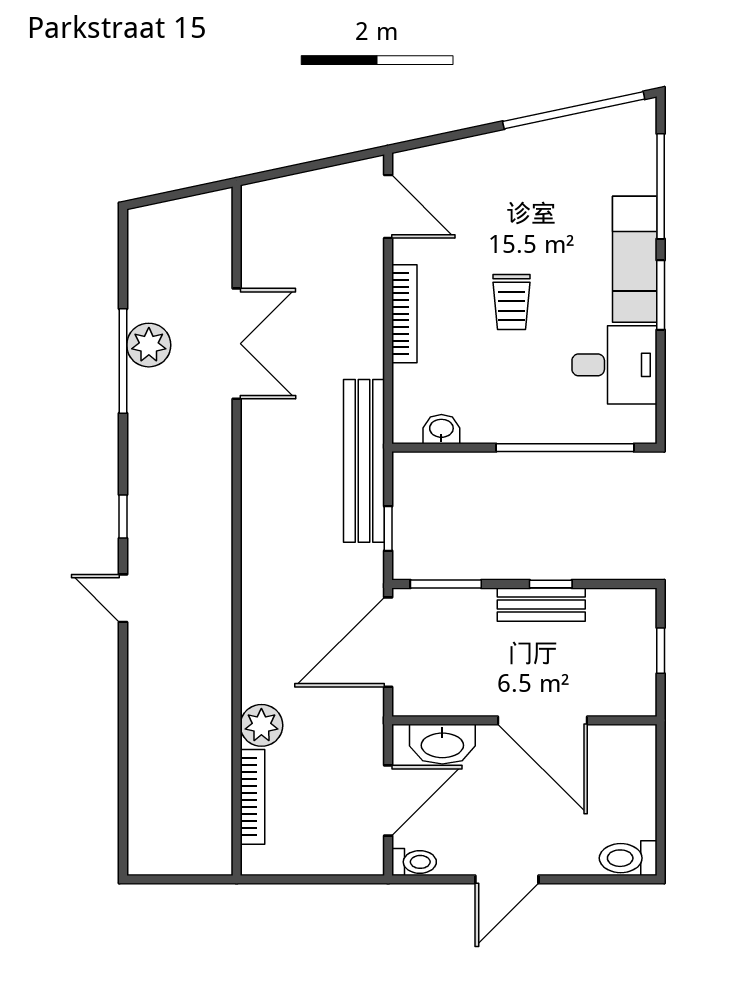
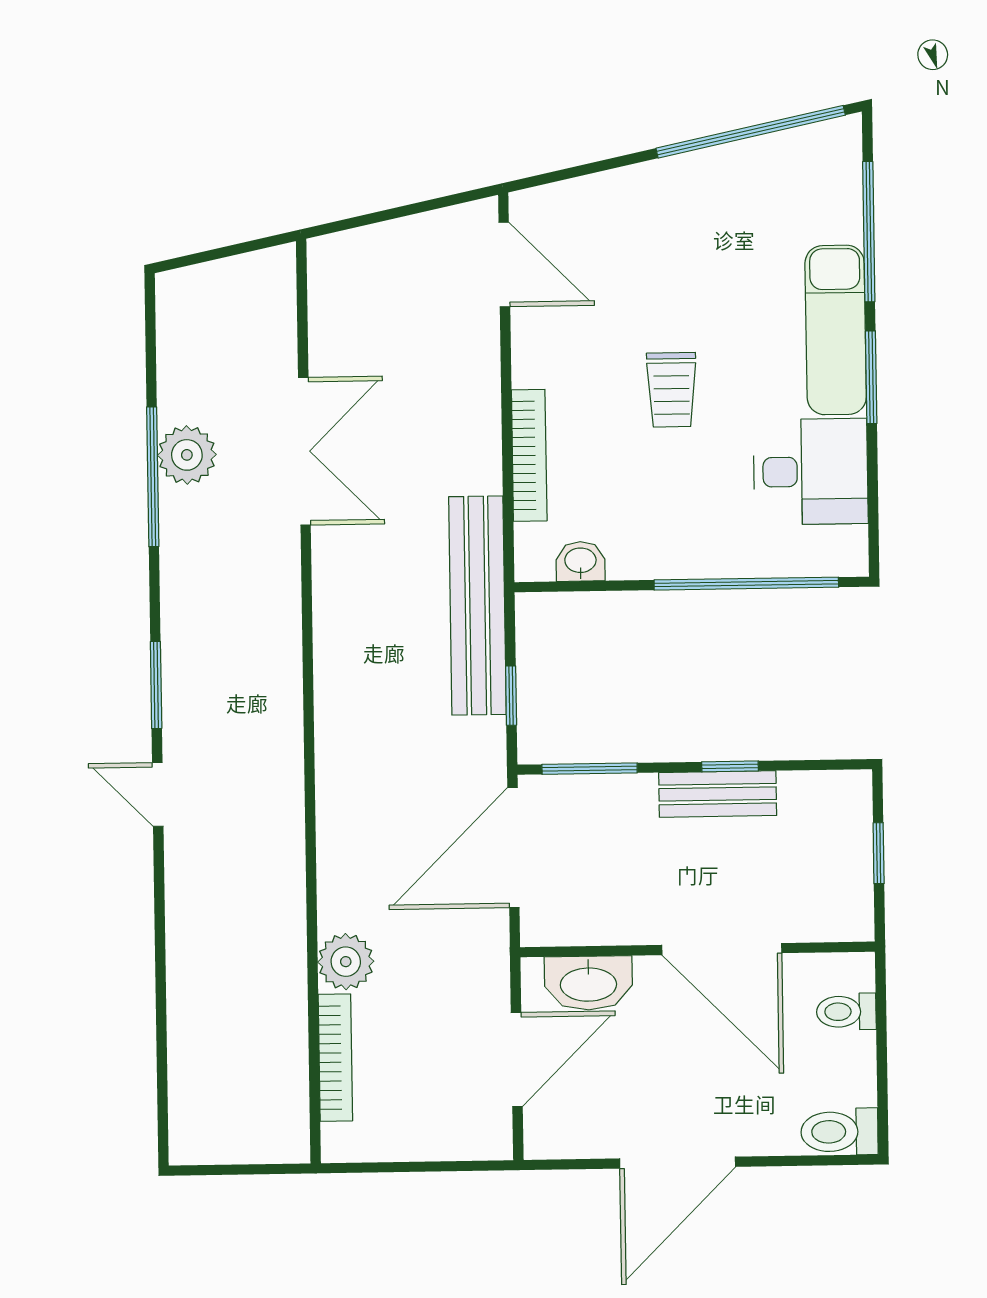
bookcase: (404, 314) -> (529, 455), moved
window: (123, 517) -> (156, 685), width x1.50
toilet: (414, 862) -> (846, 1012), moved, turned 180
door: (507, 879) -> (678, 1163), width x1.36

